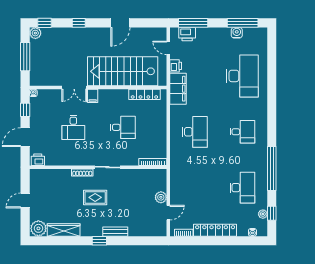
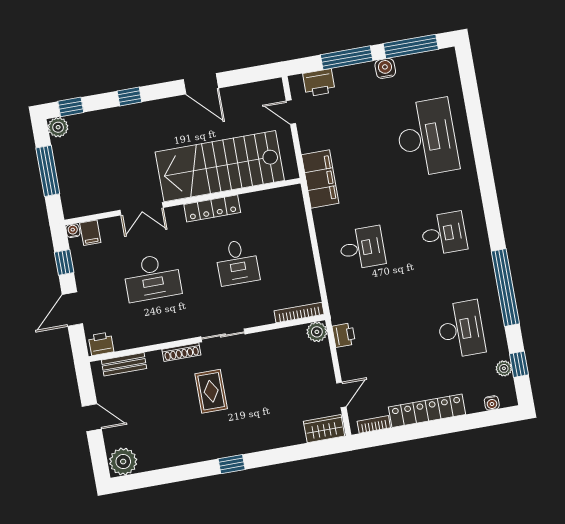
door: (120, 23) -> (201, 84), hinge flipped
window: (193, 23) -> (347, 58), moved
water cooler: (237, 33) -> (385, 68), moved
printer: (176, 66) -> (344, 335), moved
locker: (144, 94) -> (212, 208), moved
filing cabinet: (93, 96) -> (90, 233), moved
desk: (73, 127) -> (152, 277), width x1.37
desk: (123, 127) -> (237, 262), turned 90
desk: (195, 132) -> (362, 248), width x0.73
rug: (95, 197) -> (211, 391), turned 90
plant: (161, 197) -> (317, 332), moved
door: (25, 200) -> (92, 418), swing flipped
wardrobe: (64, 230) -> (324, 429), moved, width x0.67
bench: (115, 232) -> (124, 364), moved

